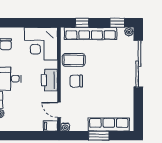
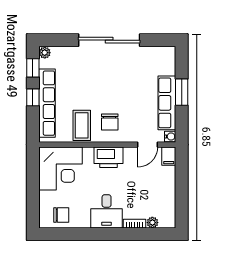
window: (82, 23) -> (33, 97), moved
sliding door: (138, 64) -> (109, 40), moved
row of seats: (109, 124) -> (167, 103), moved

